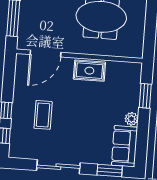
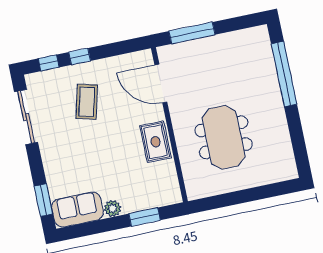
coffee table: (43, 115) -> (87, 102), turned -76
sliding door: (58, 167) -> (26, 117), moved

